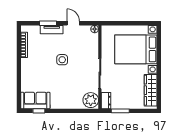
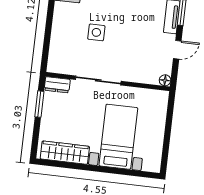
bed with nightstands: (136, 49) -> (118, 137), width x0.73
side table: (62, 60) -> (96, 32), moved
plant: (91, 100) -> (61, 62), removed

